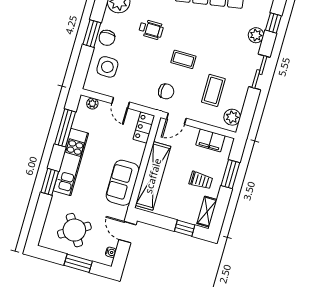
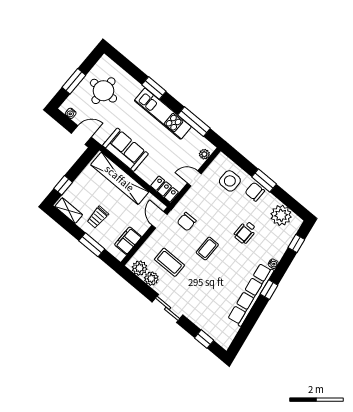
plant: (256, 35) -> (151, 279), moved
round table: (74, 230) -> (103, 91), turned 32

